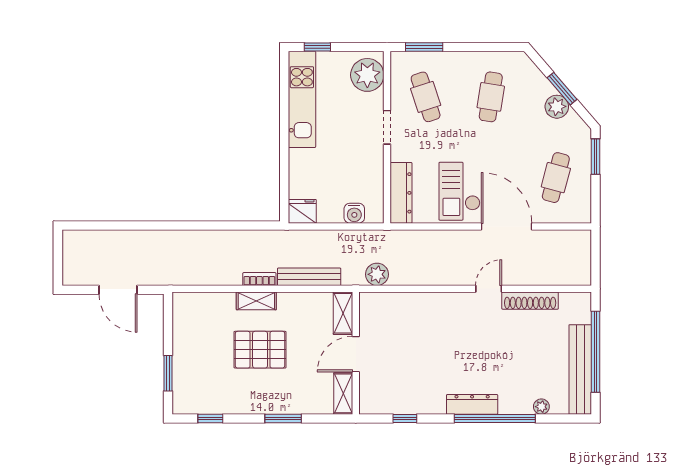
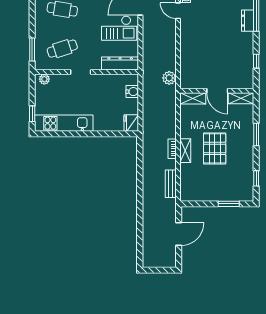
plant: (367, 75) -> (44, 79), width x0.53, depth x0.53
bench: (309, 277) -> (171, 184), moved, width x0.73
dresser: (472, 404) -> (248, 21), width x0.70

